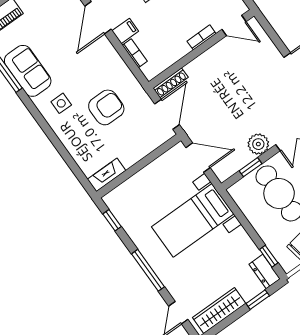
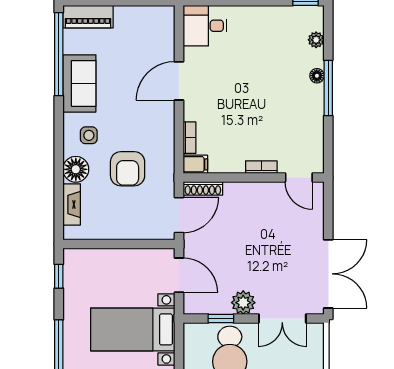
filing cabinet: (125, 31) -> (195, 164), moved
armchair: (106, 107) -> (128, 169), turned 90
floor lamp: (69, 134) -> (76, 169), added
fireplace: (107, 175) -> (72, 204), moved, turned 90

